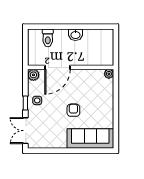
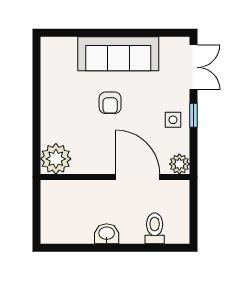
door: (57, 67) -> (138, 177), hinge flipped
plant: (109, 74) -> (56, 159), width x1.87, depth x1.87
sofa: (90, 139) -> (118, 54), moved

